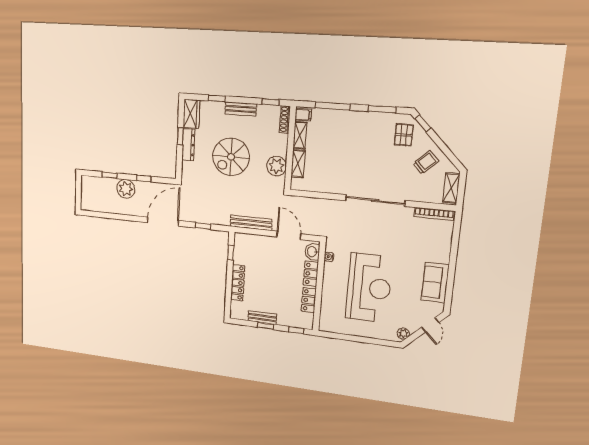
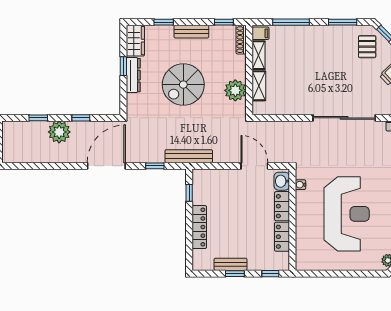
bench: (251, 223) -> (189, 156), moved

